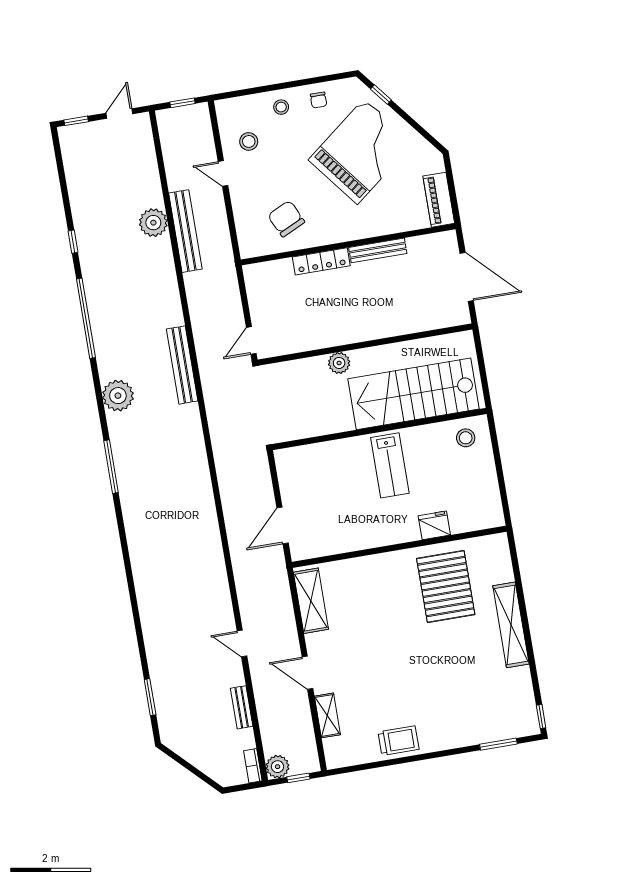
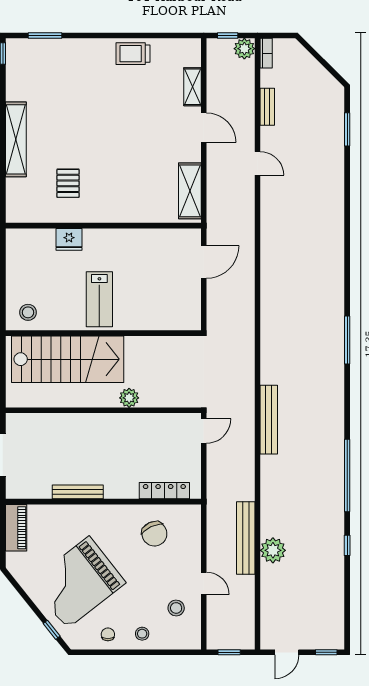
locker: (321, 261) -> (164, 491), moved
plant: (118, 396) -> (330, 402), removed
lab bench: (390, 465) -> (99, 299), turned 180
pallet: (446, 586) -> (68, 183), width x0.49, depth x0.50

